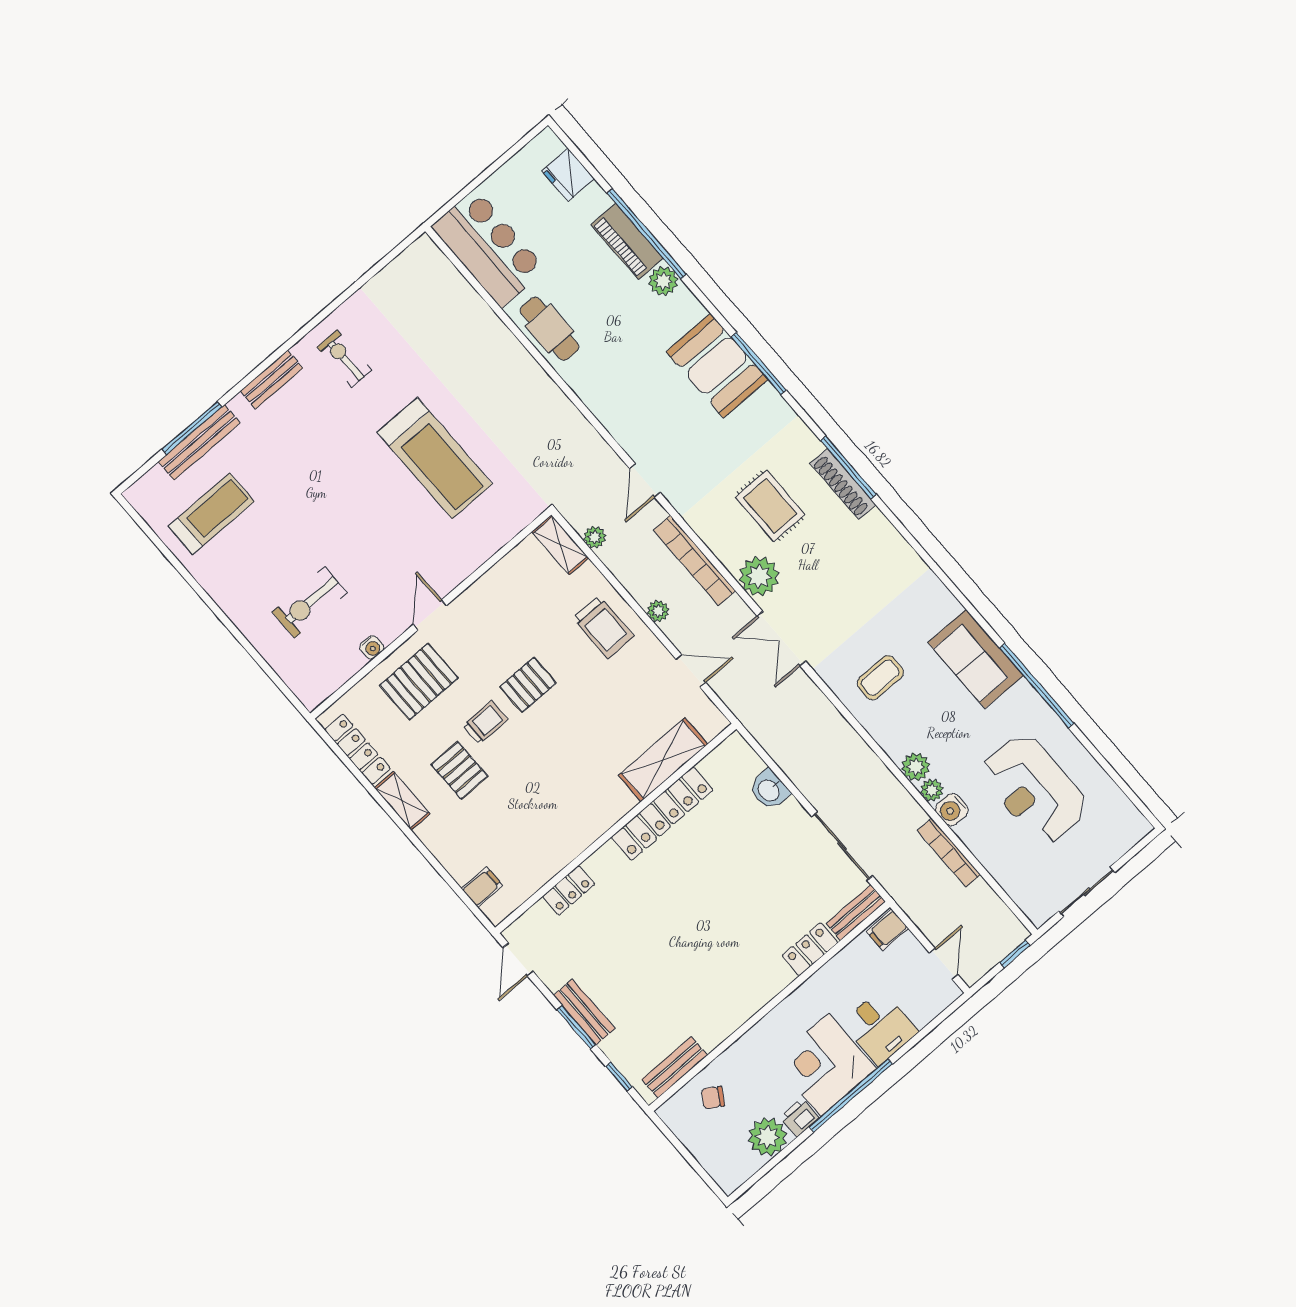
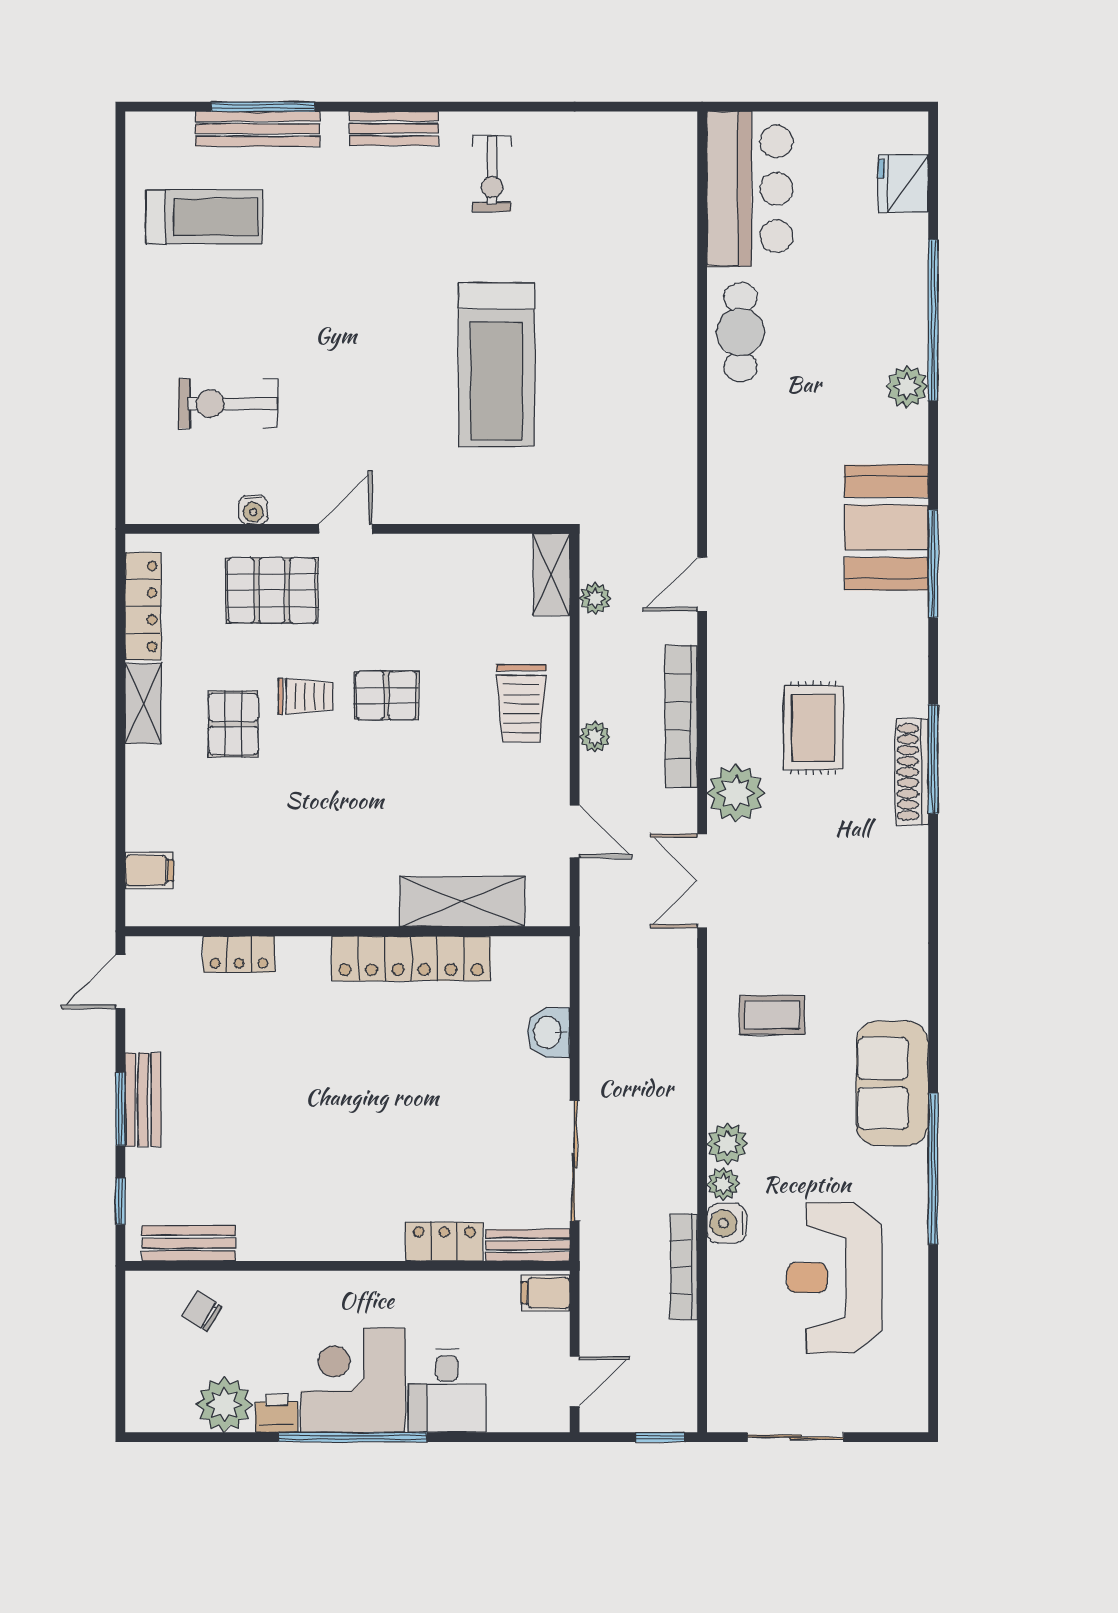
piano: (627, 241) -> (905, 310), removed
exercise bike: (344, 359) -> (492, 174), turned 180

